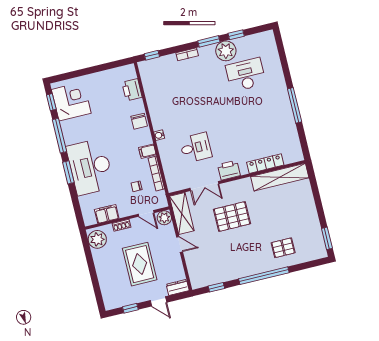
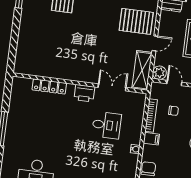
desk: (196, 148) -> (107, 125), turned 180
shelving: (280, 177) -> (41, 69), removed
pallet: (232, 217) -> (136, 21), moved
door: (180, 244) -> (155, 43), swing flipped

